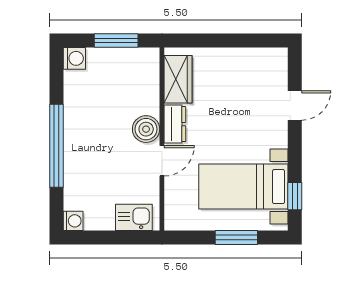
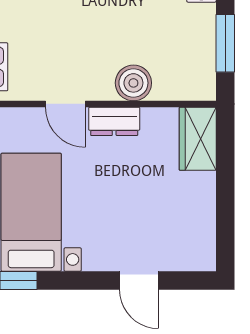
wardrobe: (178, 79) -> (198, 139), moved, turned 90
boiler: (146, 129) -> (133, 83), moved

